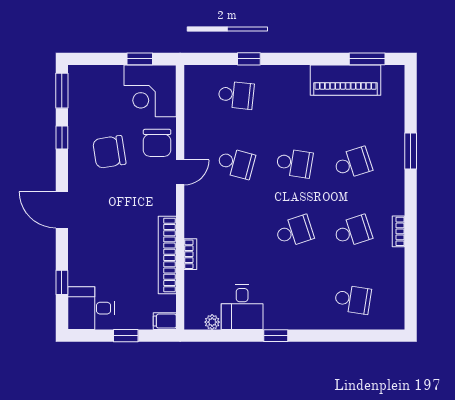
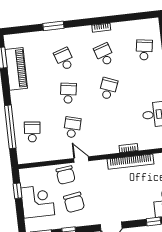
window: (249, 59) -> (10, 127), width x3.17
corner desk: (150, 91) -> (38, 201), moved, turned -90
chair: (157, 143) -> (66, 175), turned 83
school desk: (294, 231) -> (108, 89), turned 39

